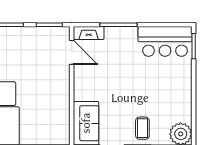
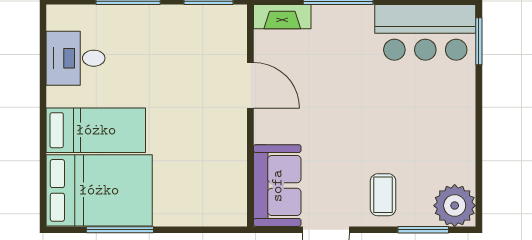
door: (72, 52) -> (250, 85), moved

